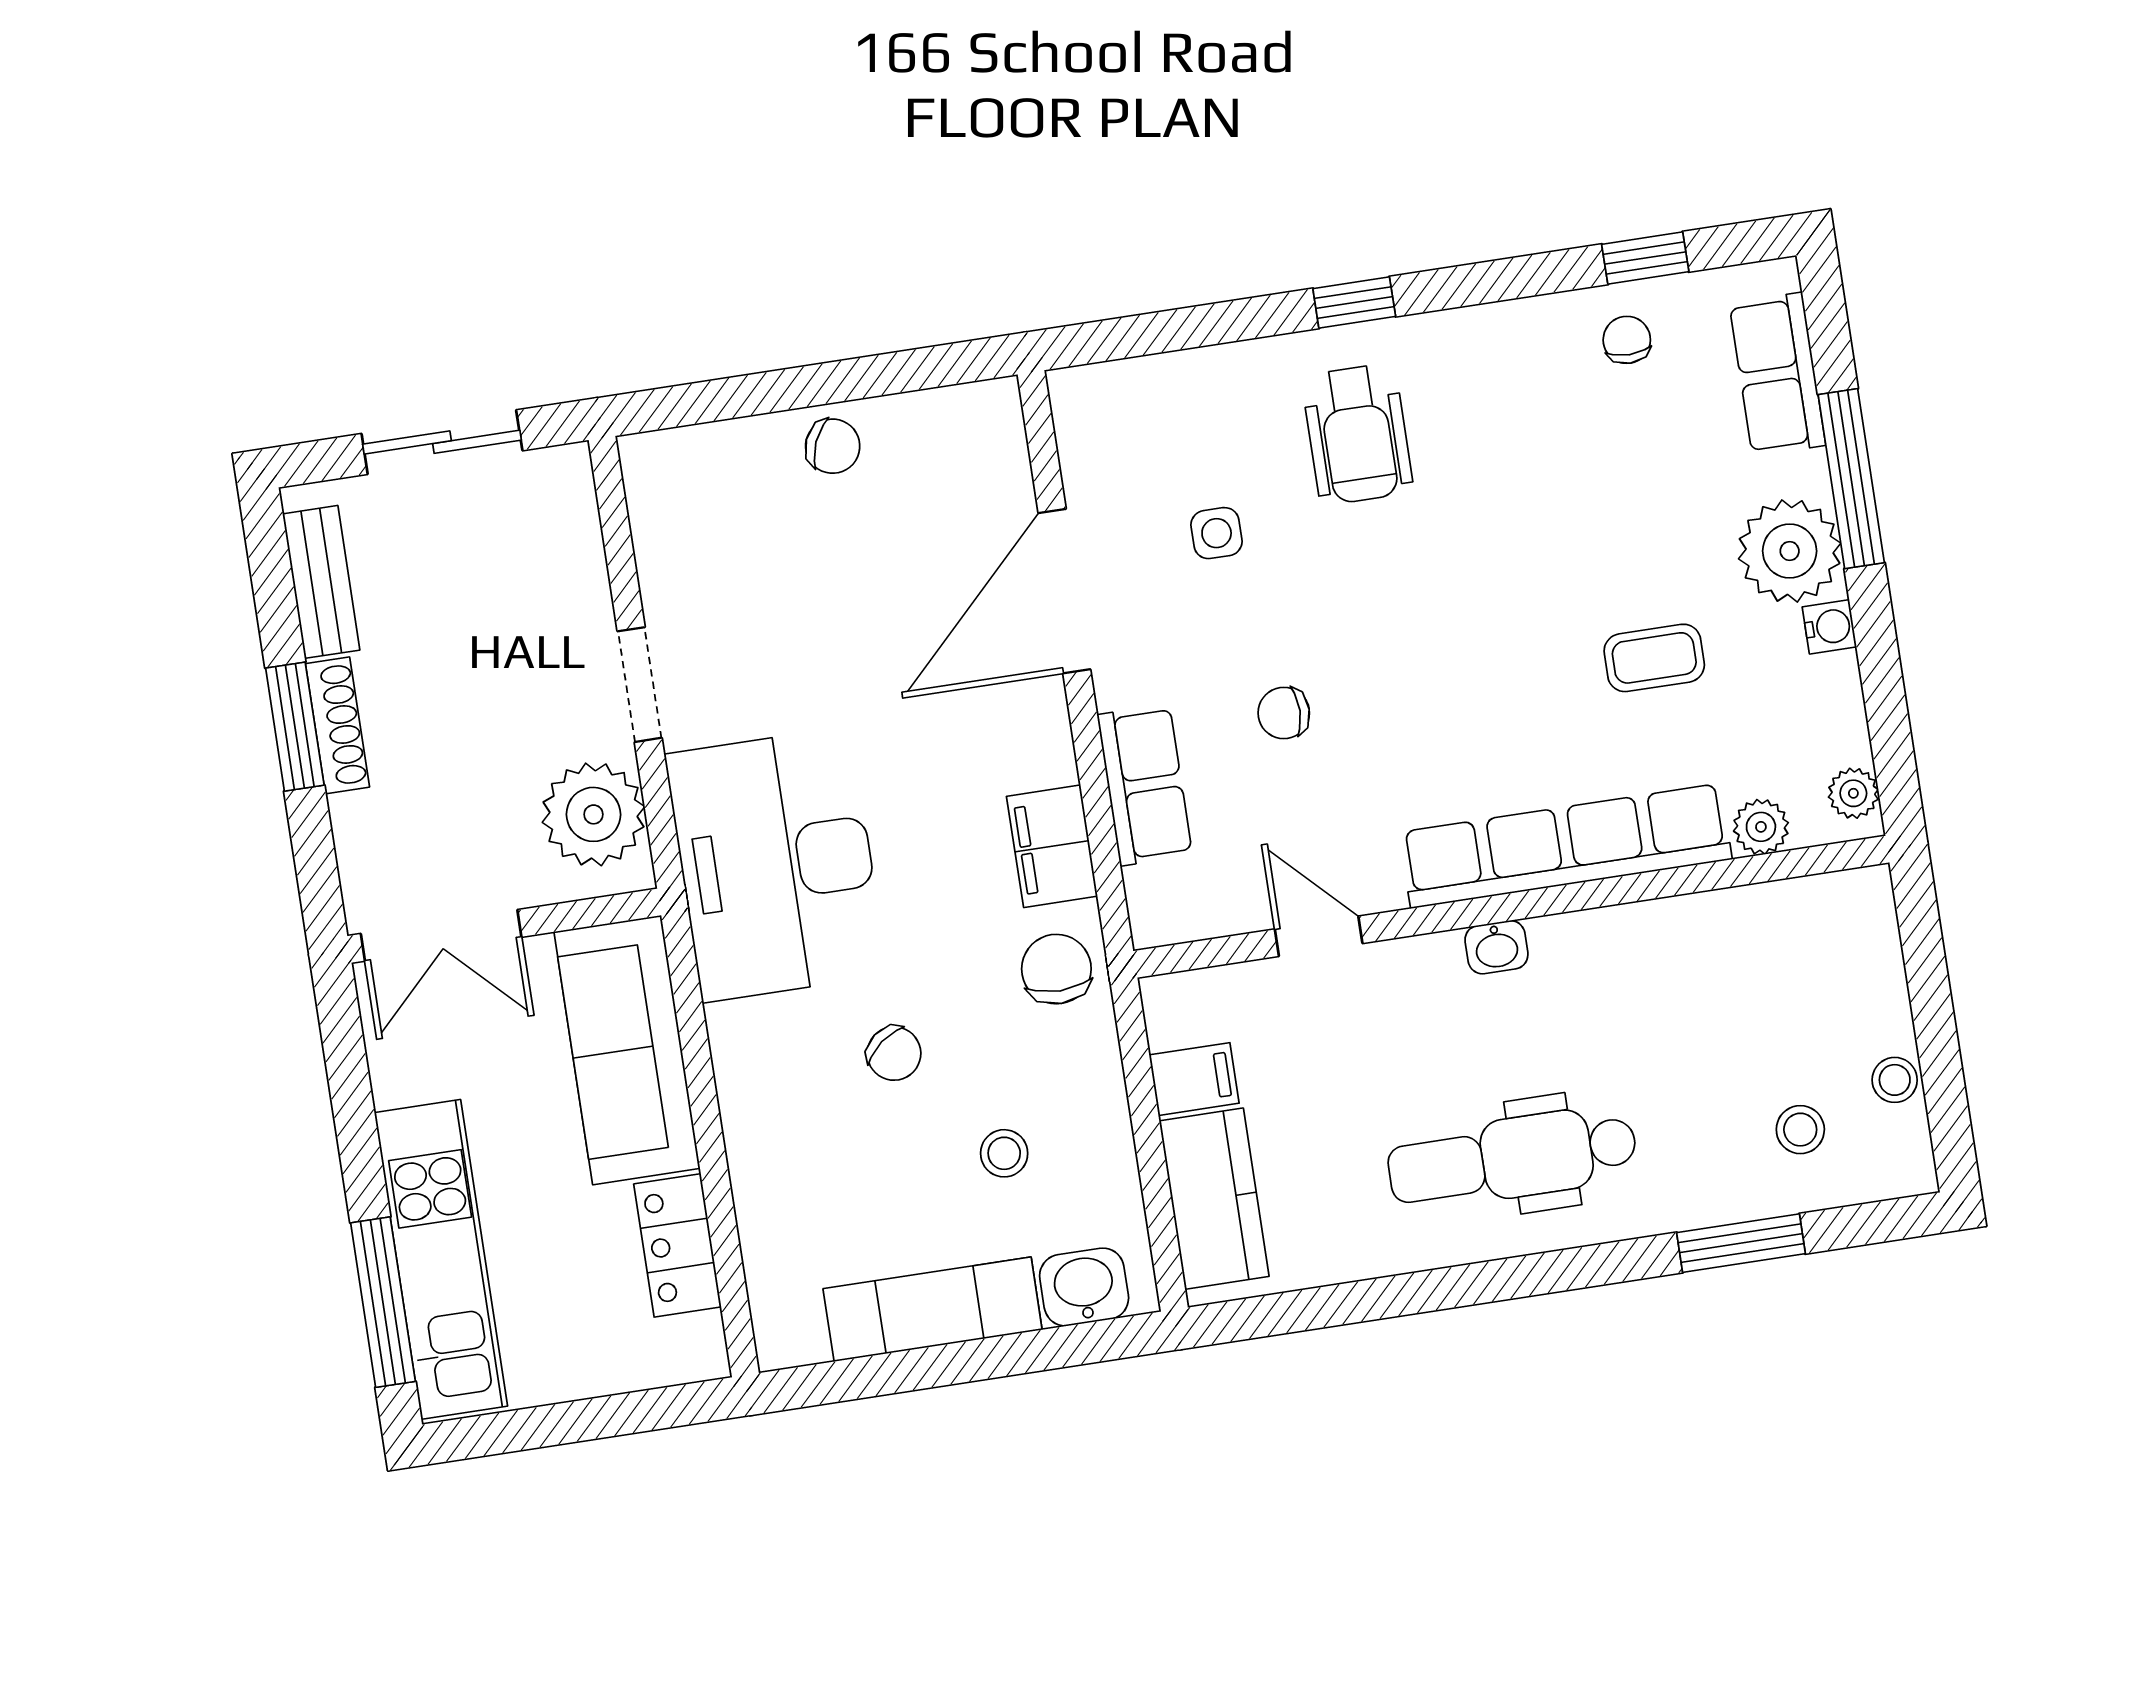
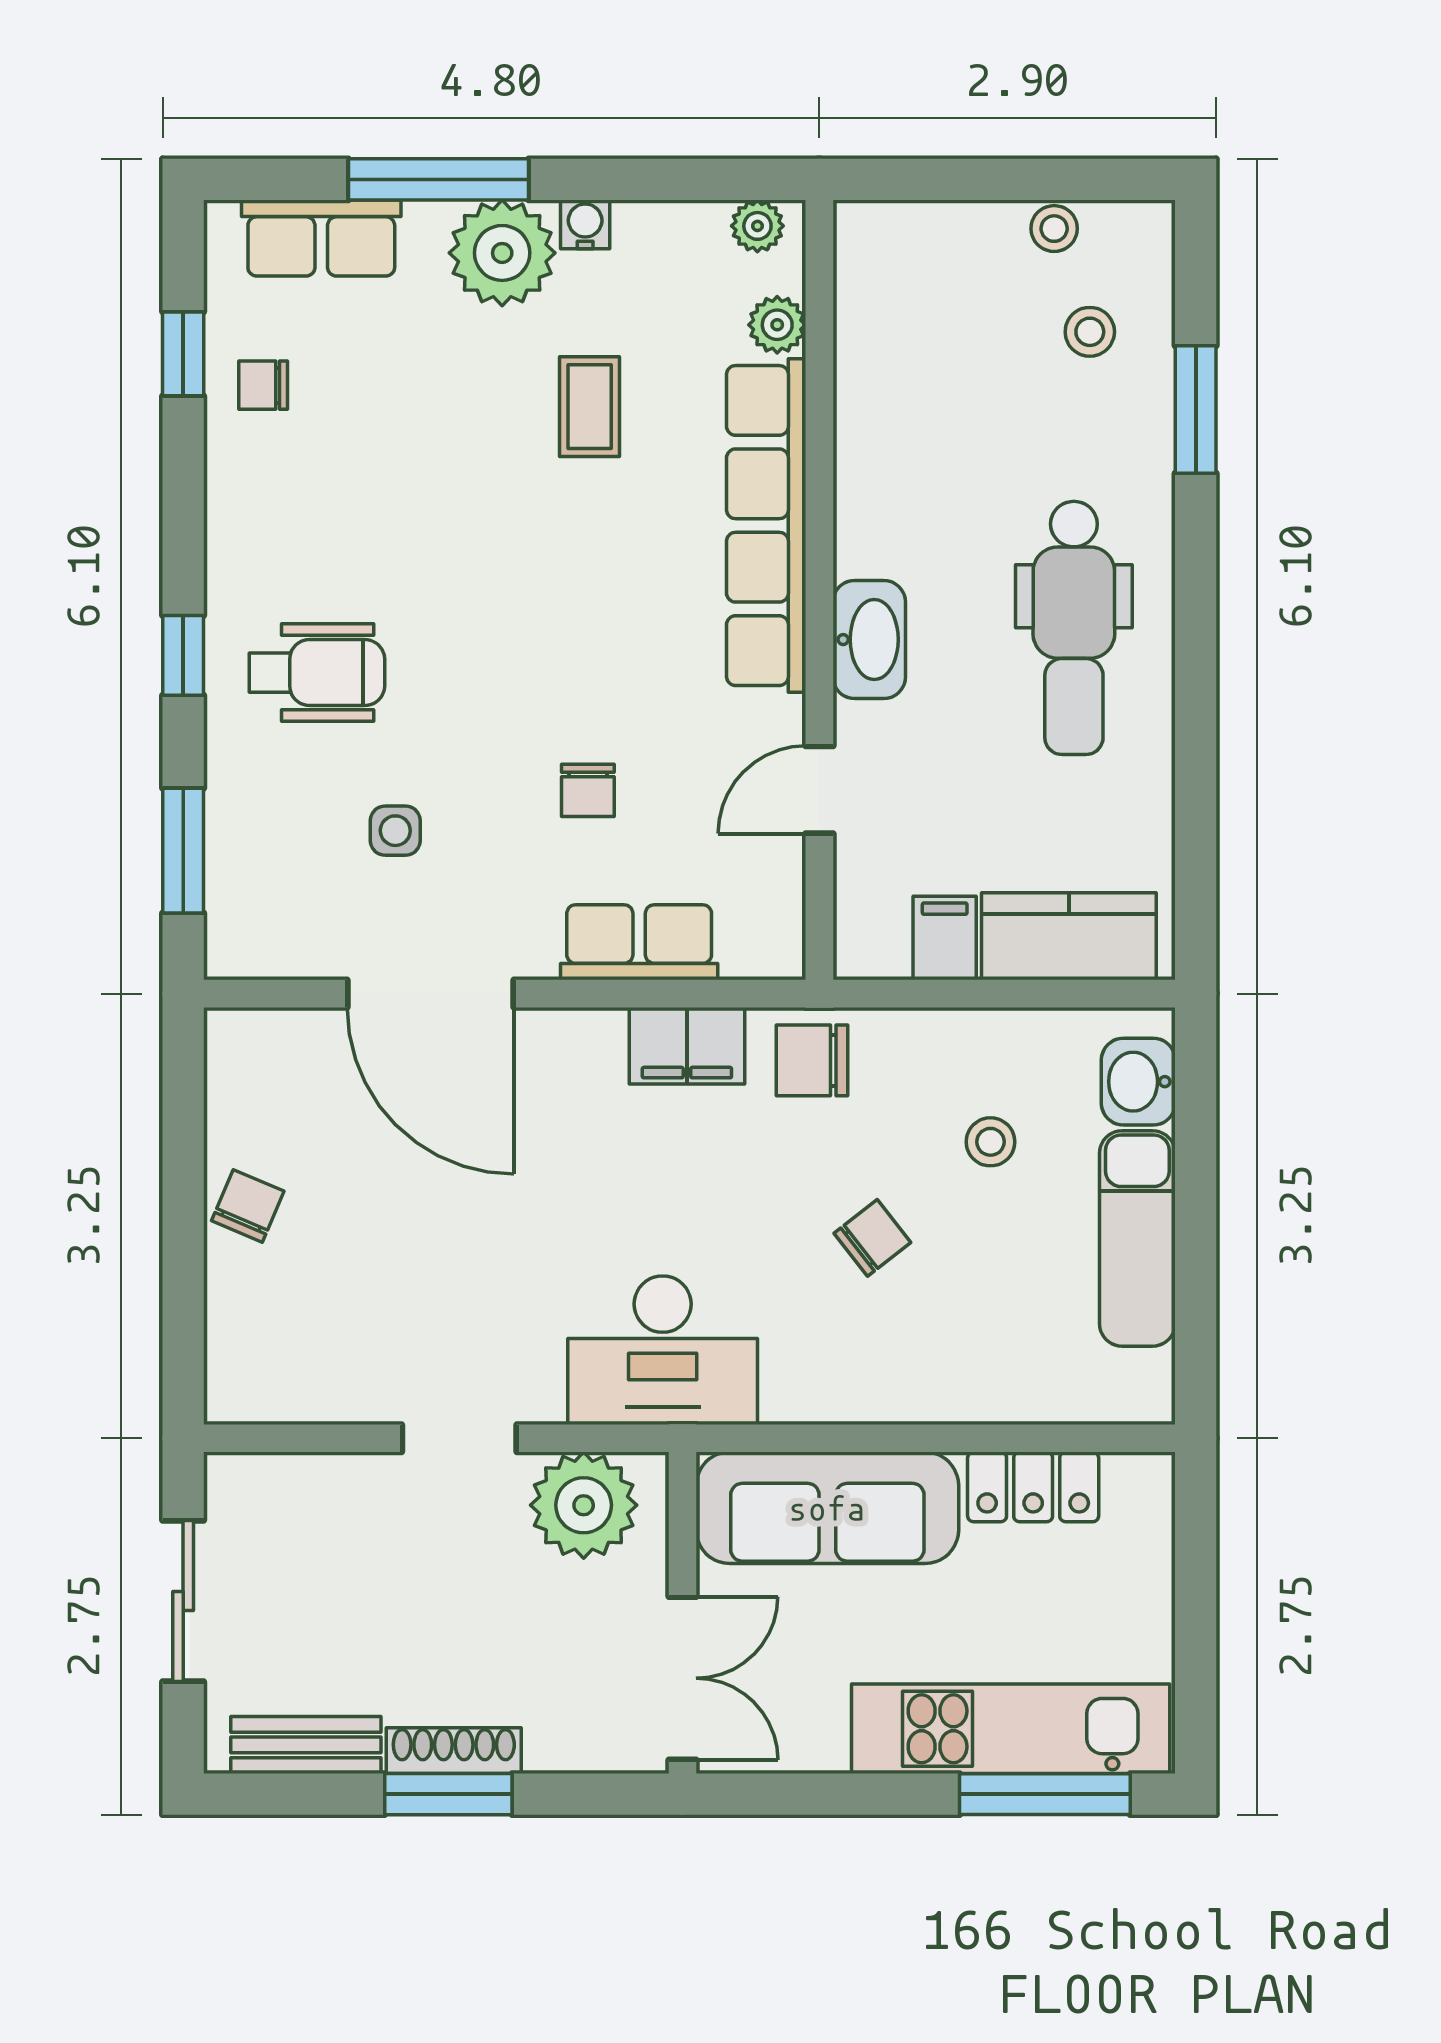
window: (1166, 331) -> (183, 851), added
desk: (776, 864) -> (663, 1350), width x0.73, depth x0.77
washbasin: (1496, 947) -> (869, 640), width x1.91, depth x1.45

